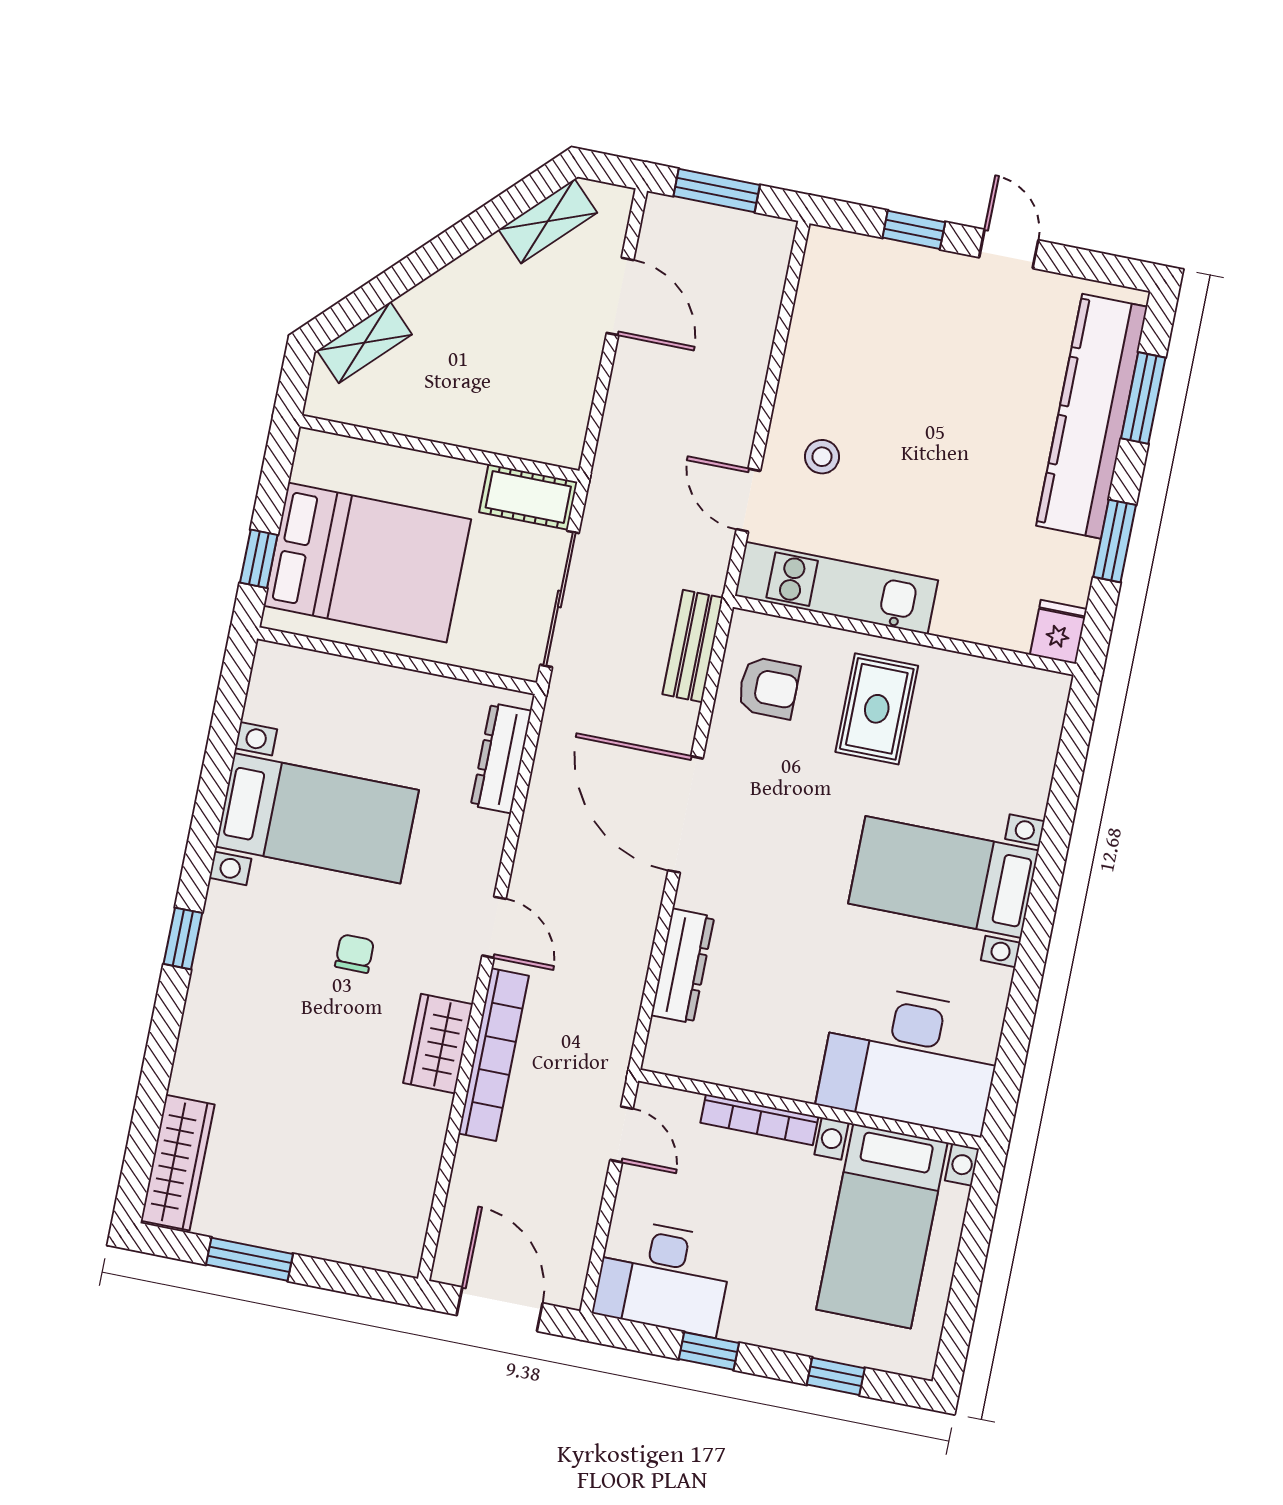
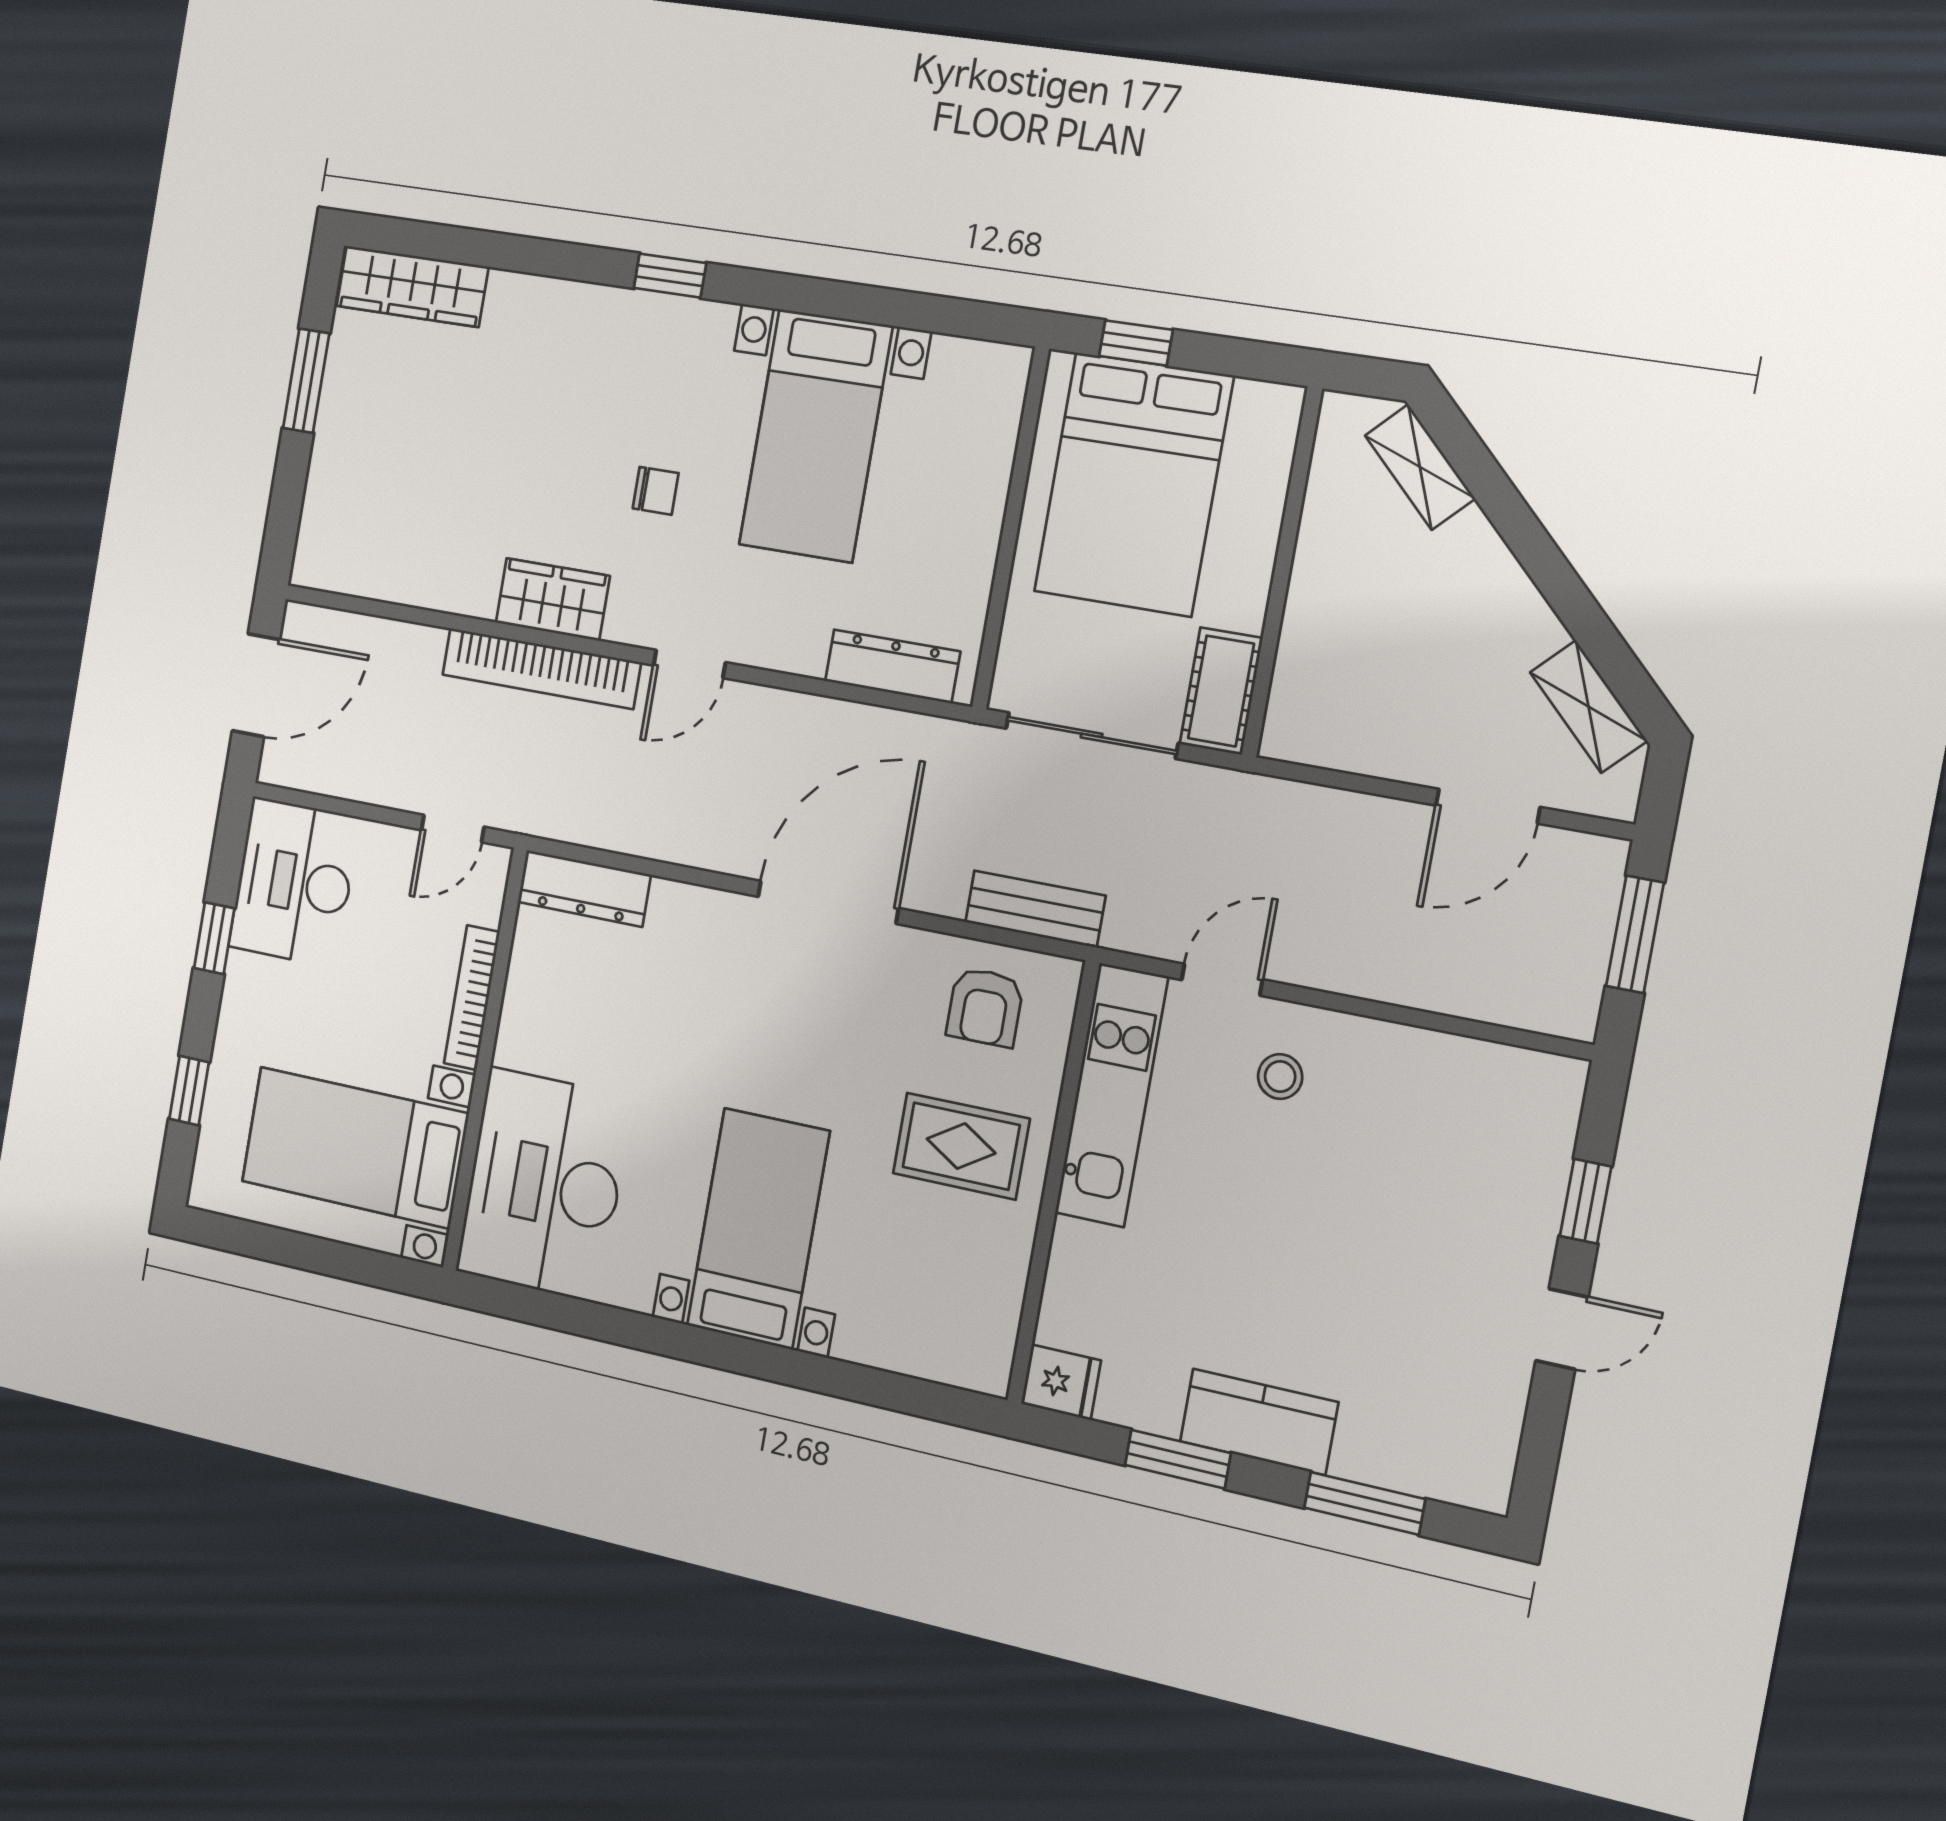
kitchen counter: (1092, 416) -> (1259, 1422), width x0.48, depth x0.86
dresser: (683, 966) -> (584, 888), moved

